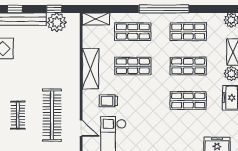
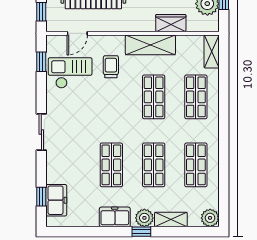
window: (164, 9) -> (224, 135), removed
wardrobe: (73, 52) -> (171, 23), added

